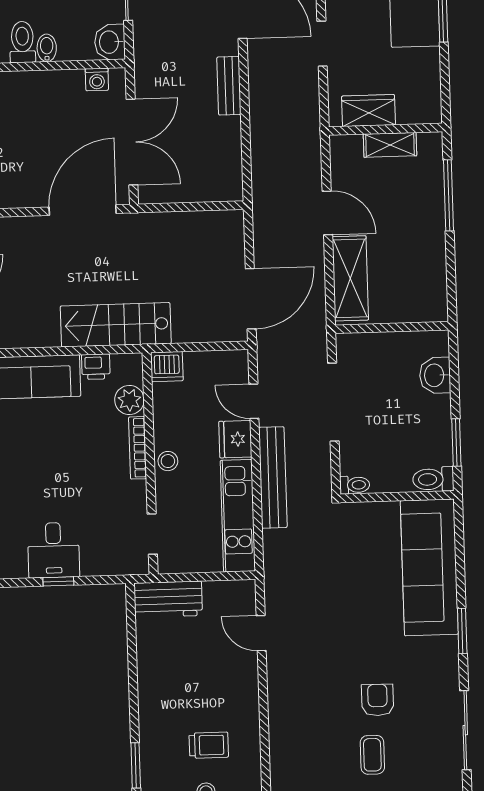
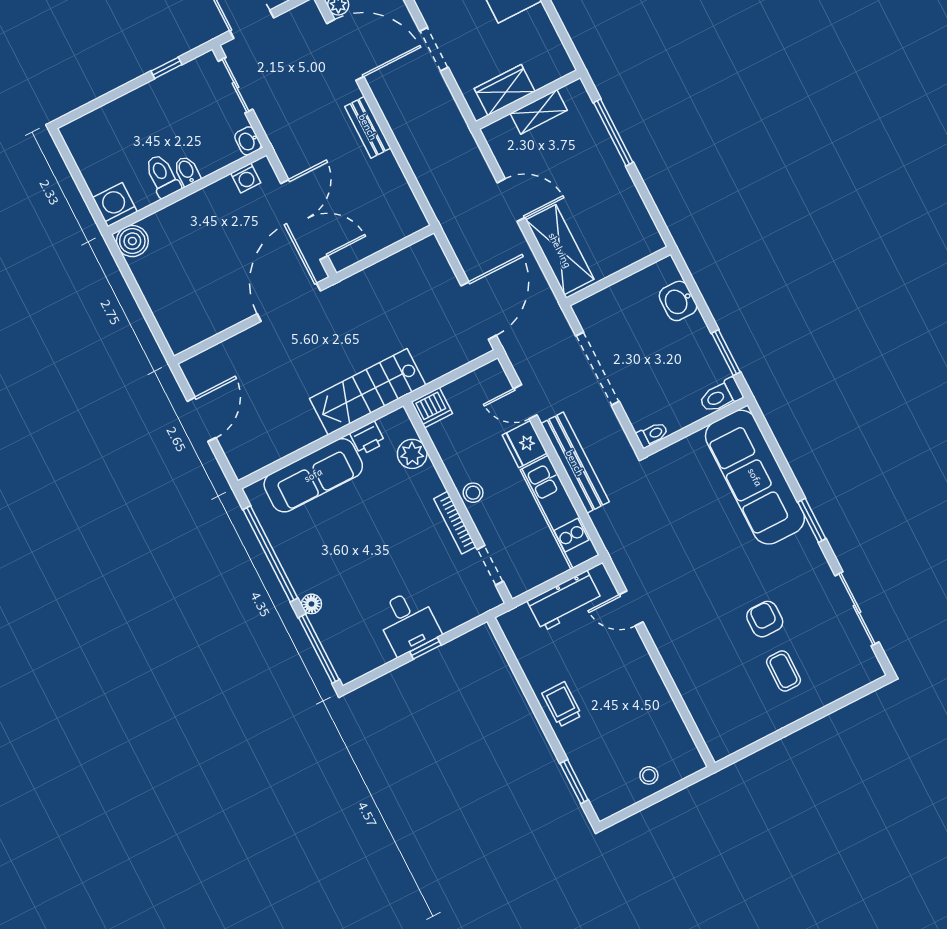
washbasin: (110, 42) -> (248, 141), width x0.72, depth x0.69
bookcase: (138, 448) -> (455, 523), moved
workbench: (168, 599) -> (565, 601), moved
trolley: (209, 745) -> (562, 704), moved, turned -90

